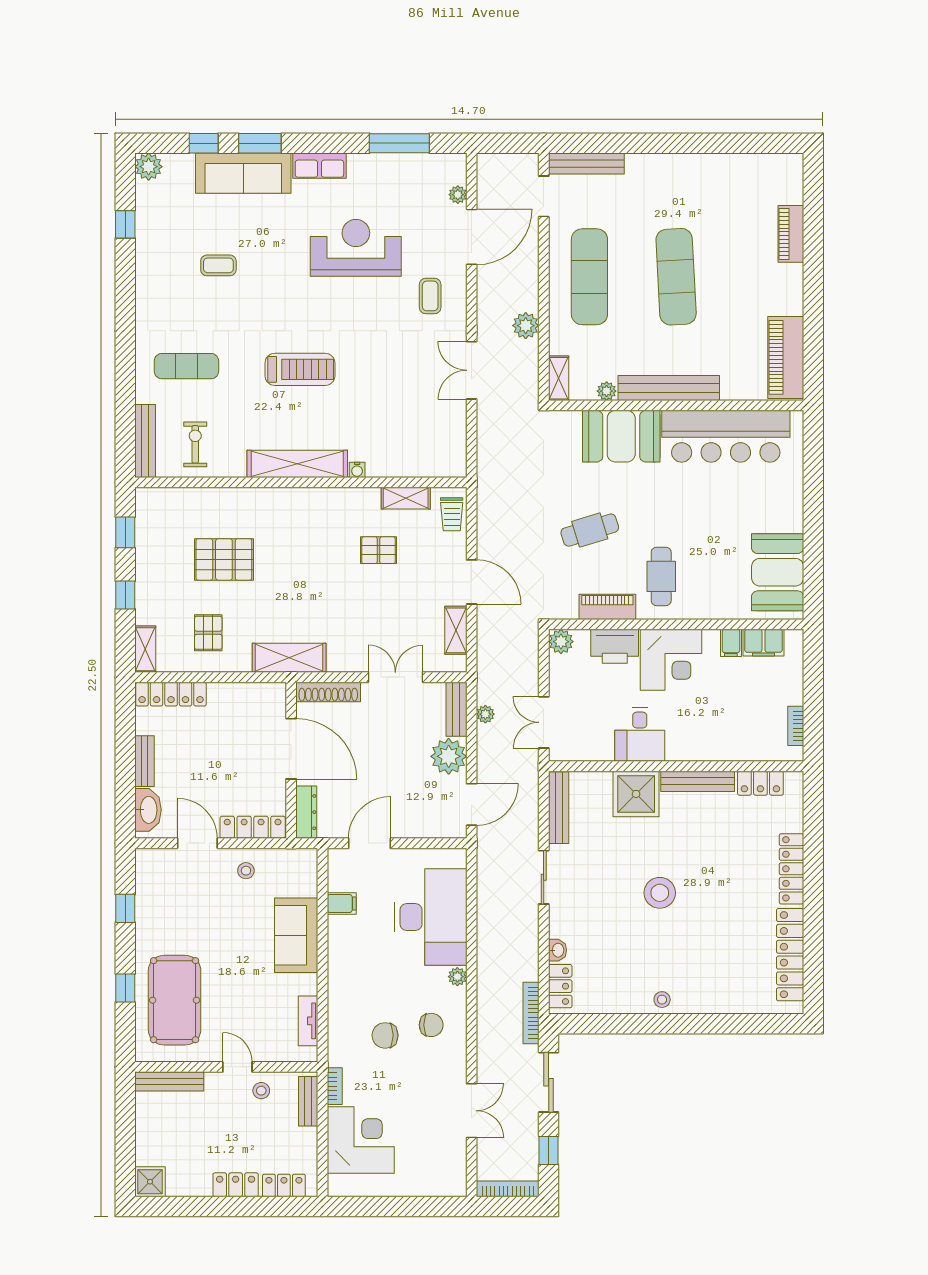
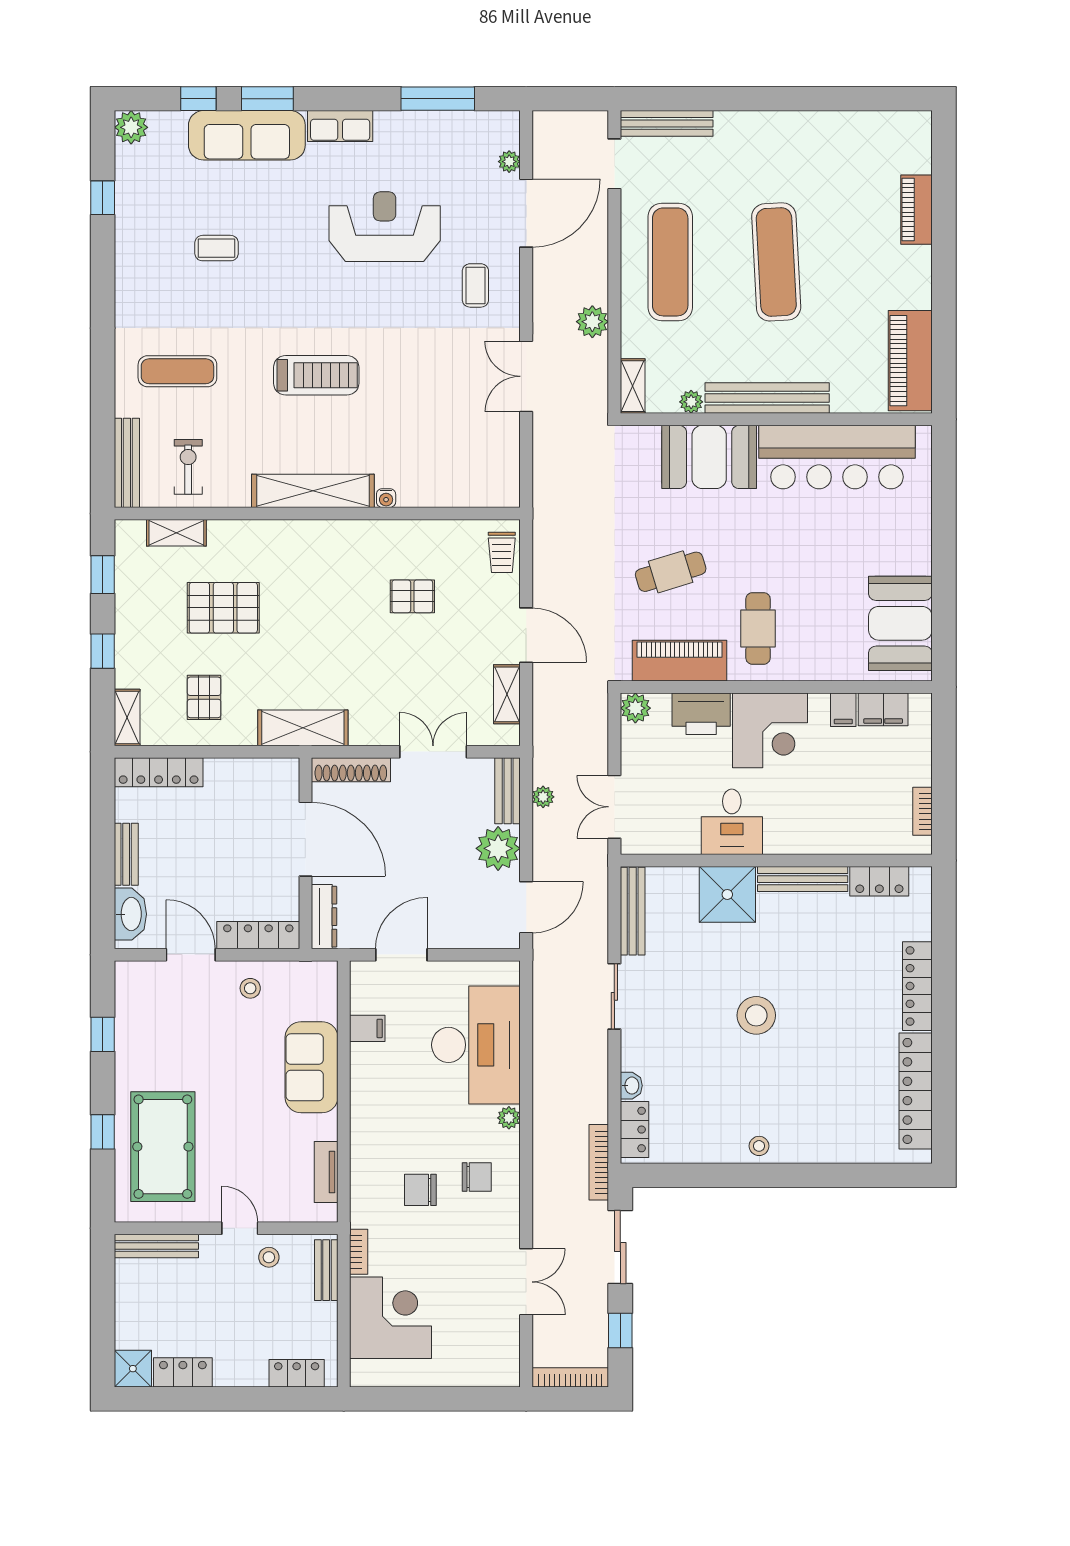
shelving: (406, 498) -> (176, 533), moved
piano: (607, 607) -> (680, 661), width x1.37, depth x1.33
locker: (236, 1185) -> (183, 1372), moved

